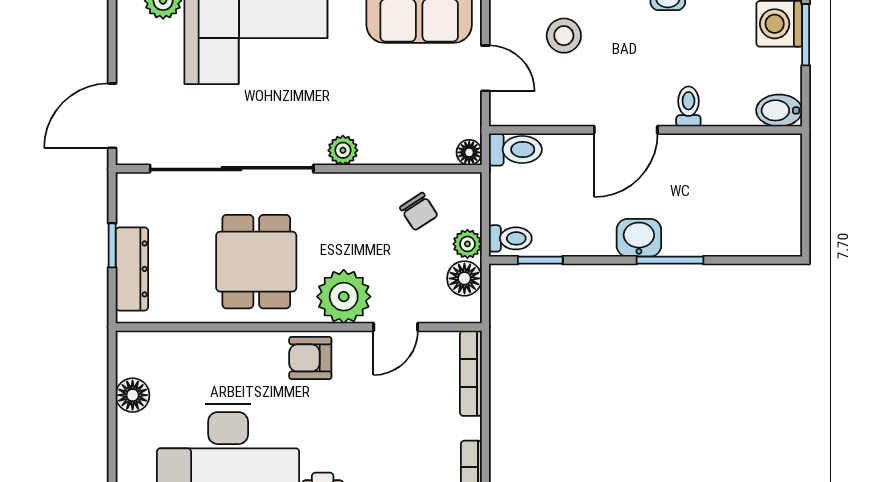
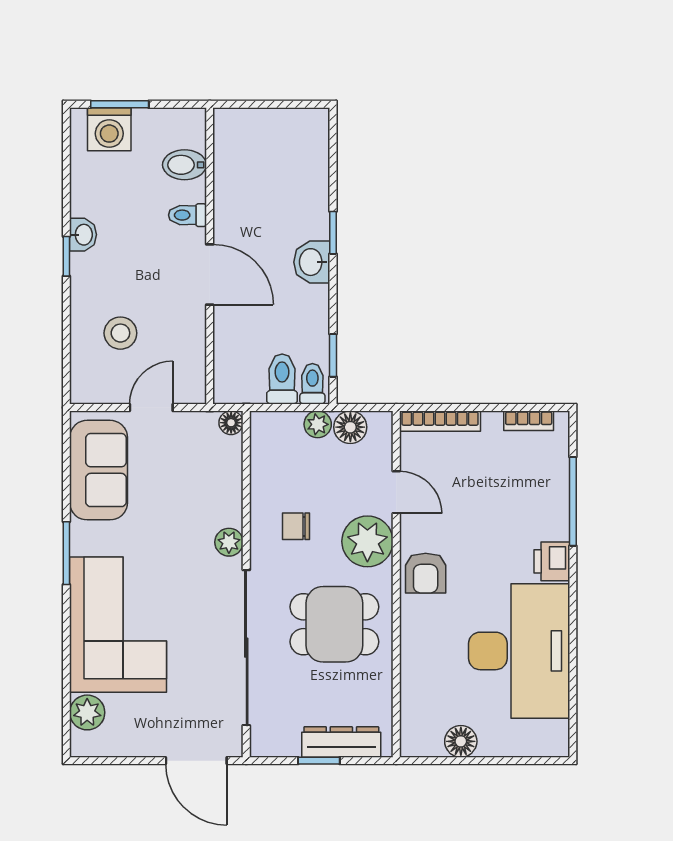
bidet: (779, 110) -> (185, 165), moved, turned 90
toilet: (515, 149) -> (282, 379), moved
chair: (419, 212) -> (296, 526), moved, turned -147
window: (670, 260) -> (333, 233), width x0.67

